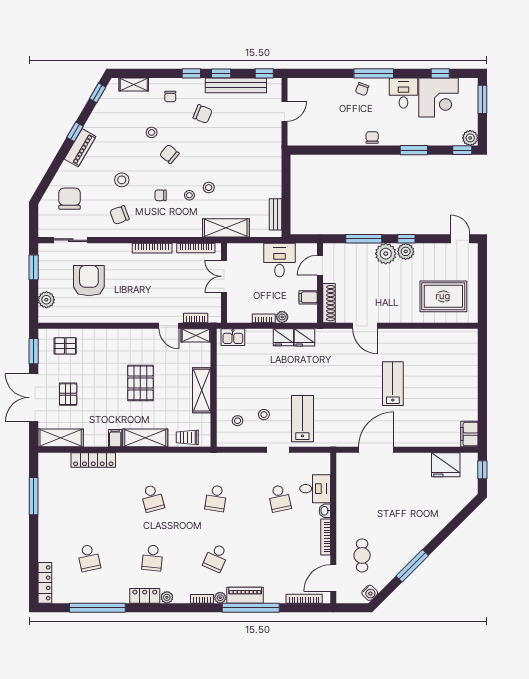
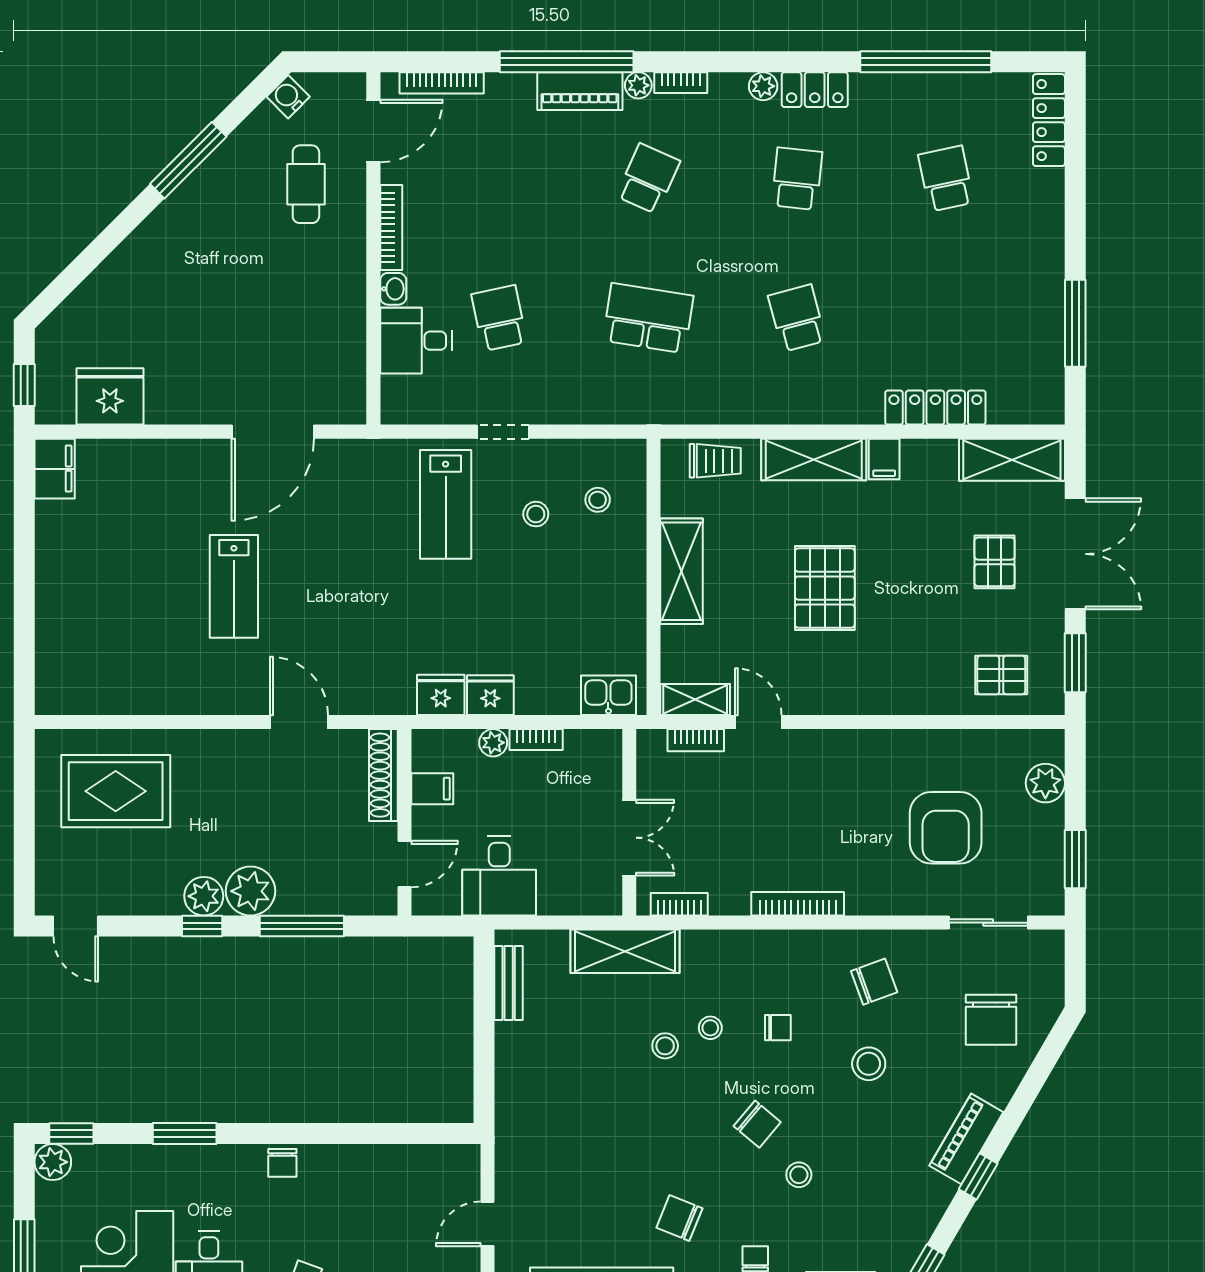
bookcase: (196, 248) -> (679, 904), width x0.64
school desk: (216, 498) -> (648, 318), width x1.85

